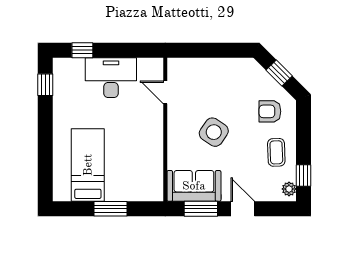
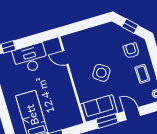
armchair: (270, 111) -> (131, 51), turned 90

